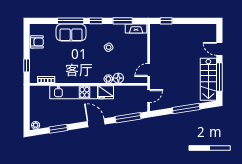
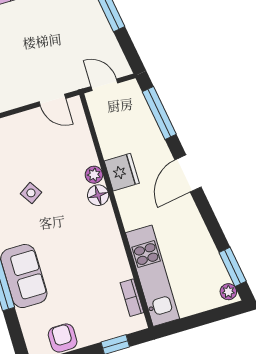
floor lamp: (118, 78) -> (98, 195), moved
kitchen unit: (74, 92) -> (153, 276), moved
window: (58, 129) -> (233, 267), moved

